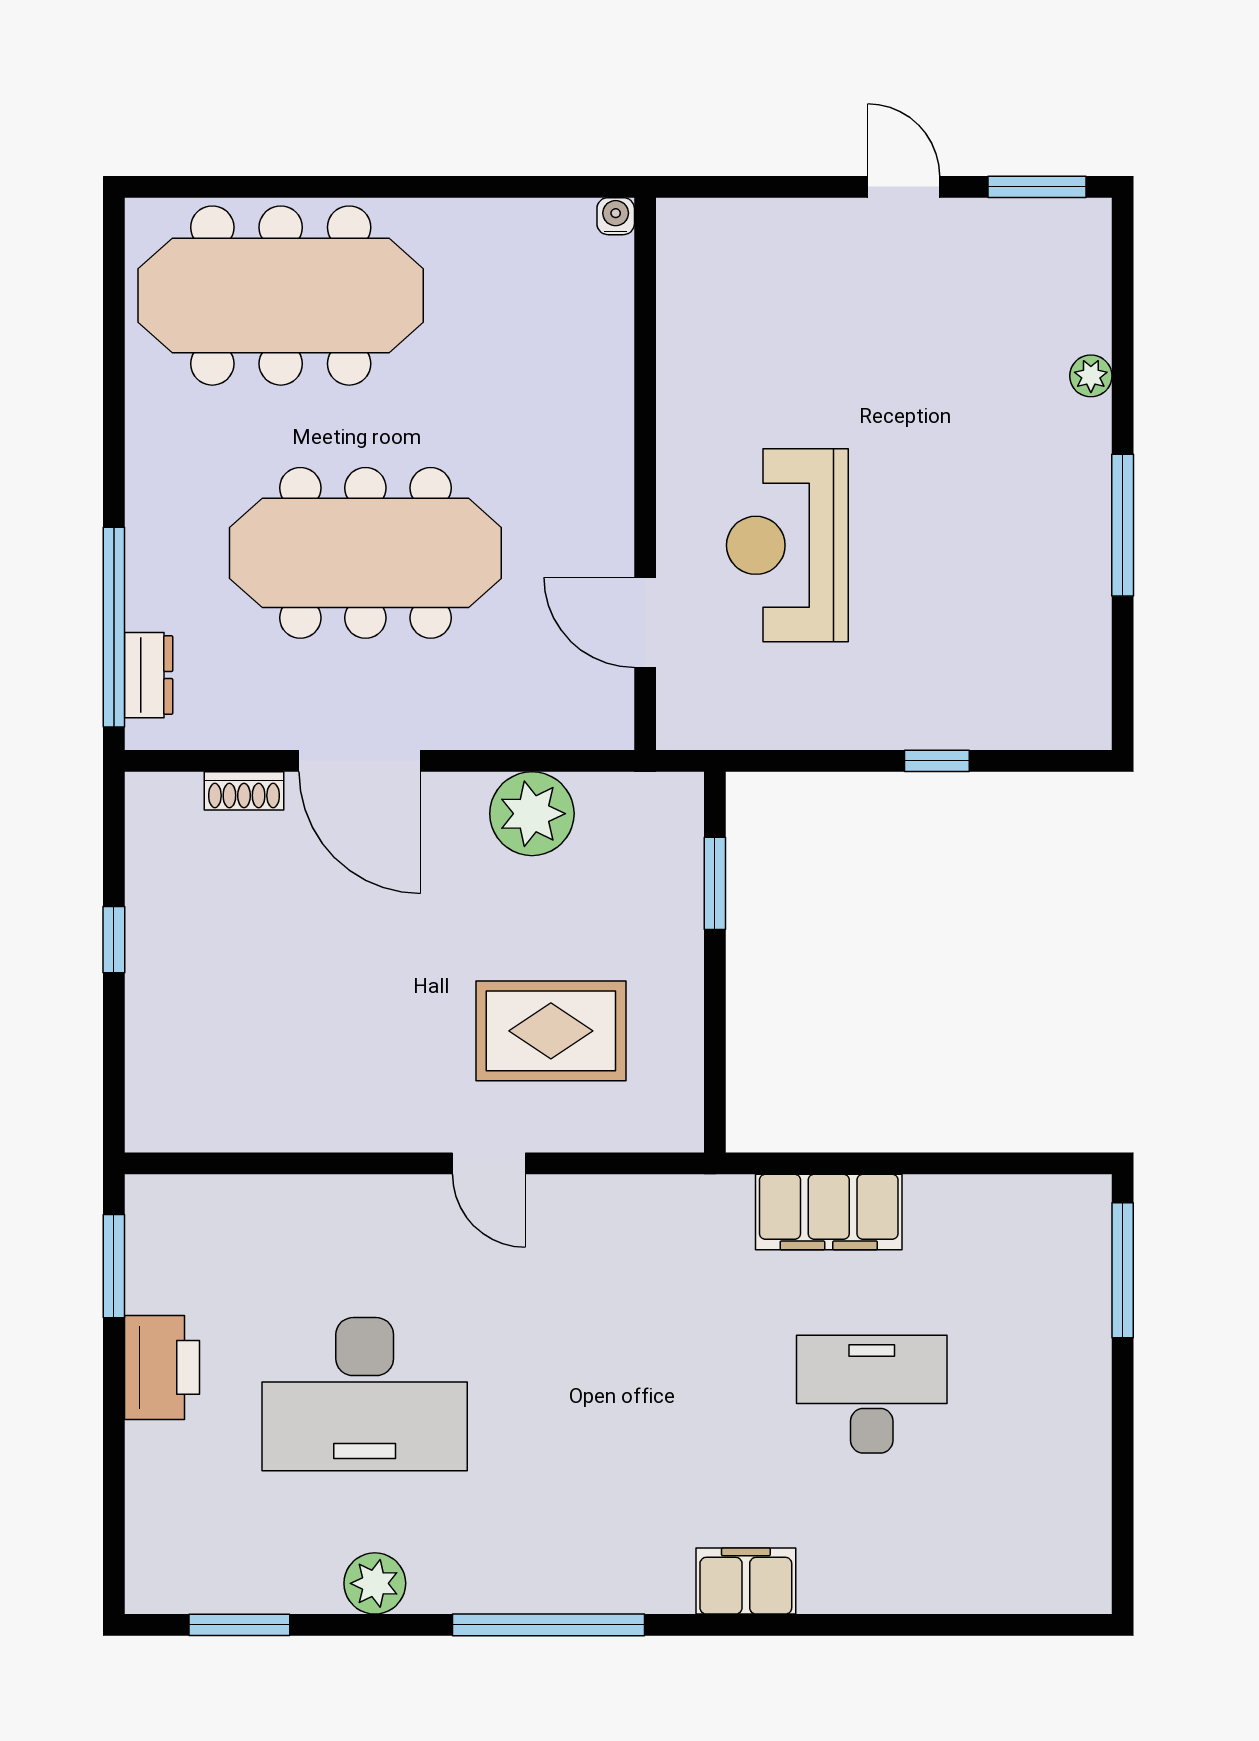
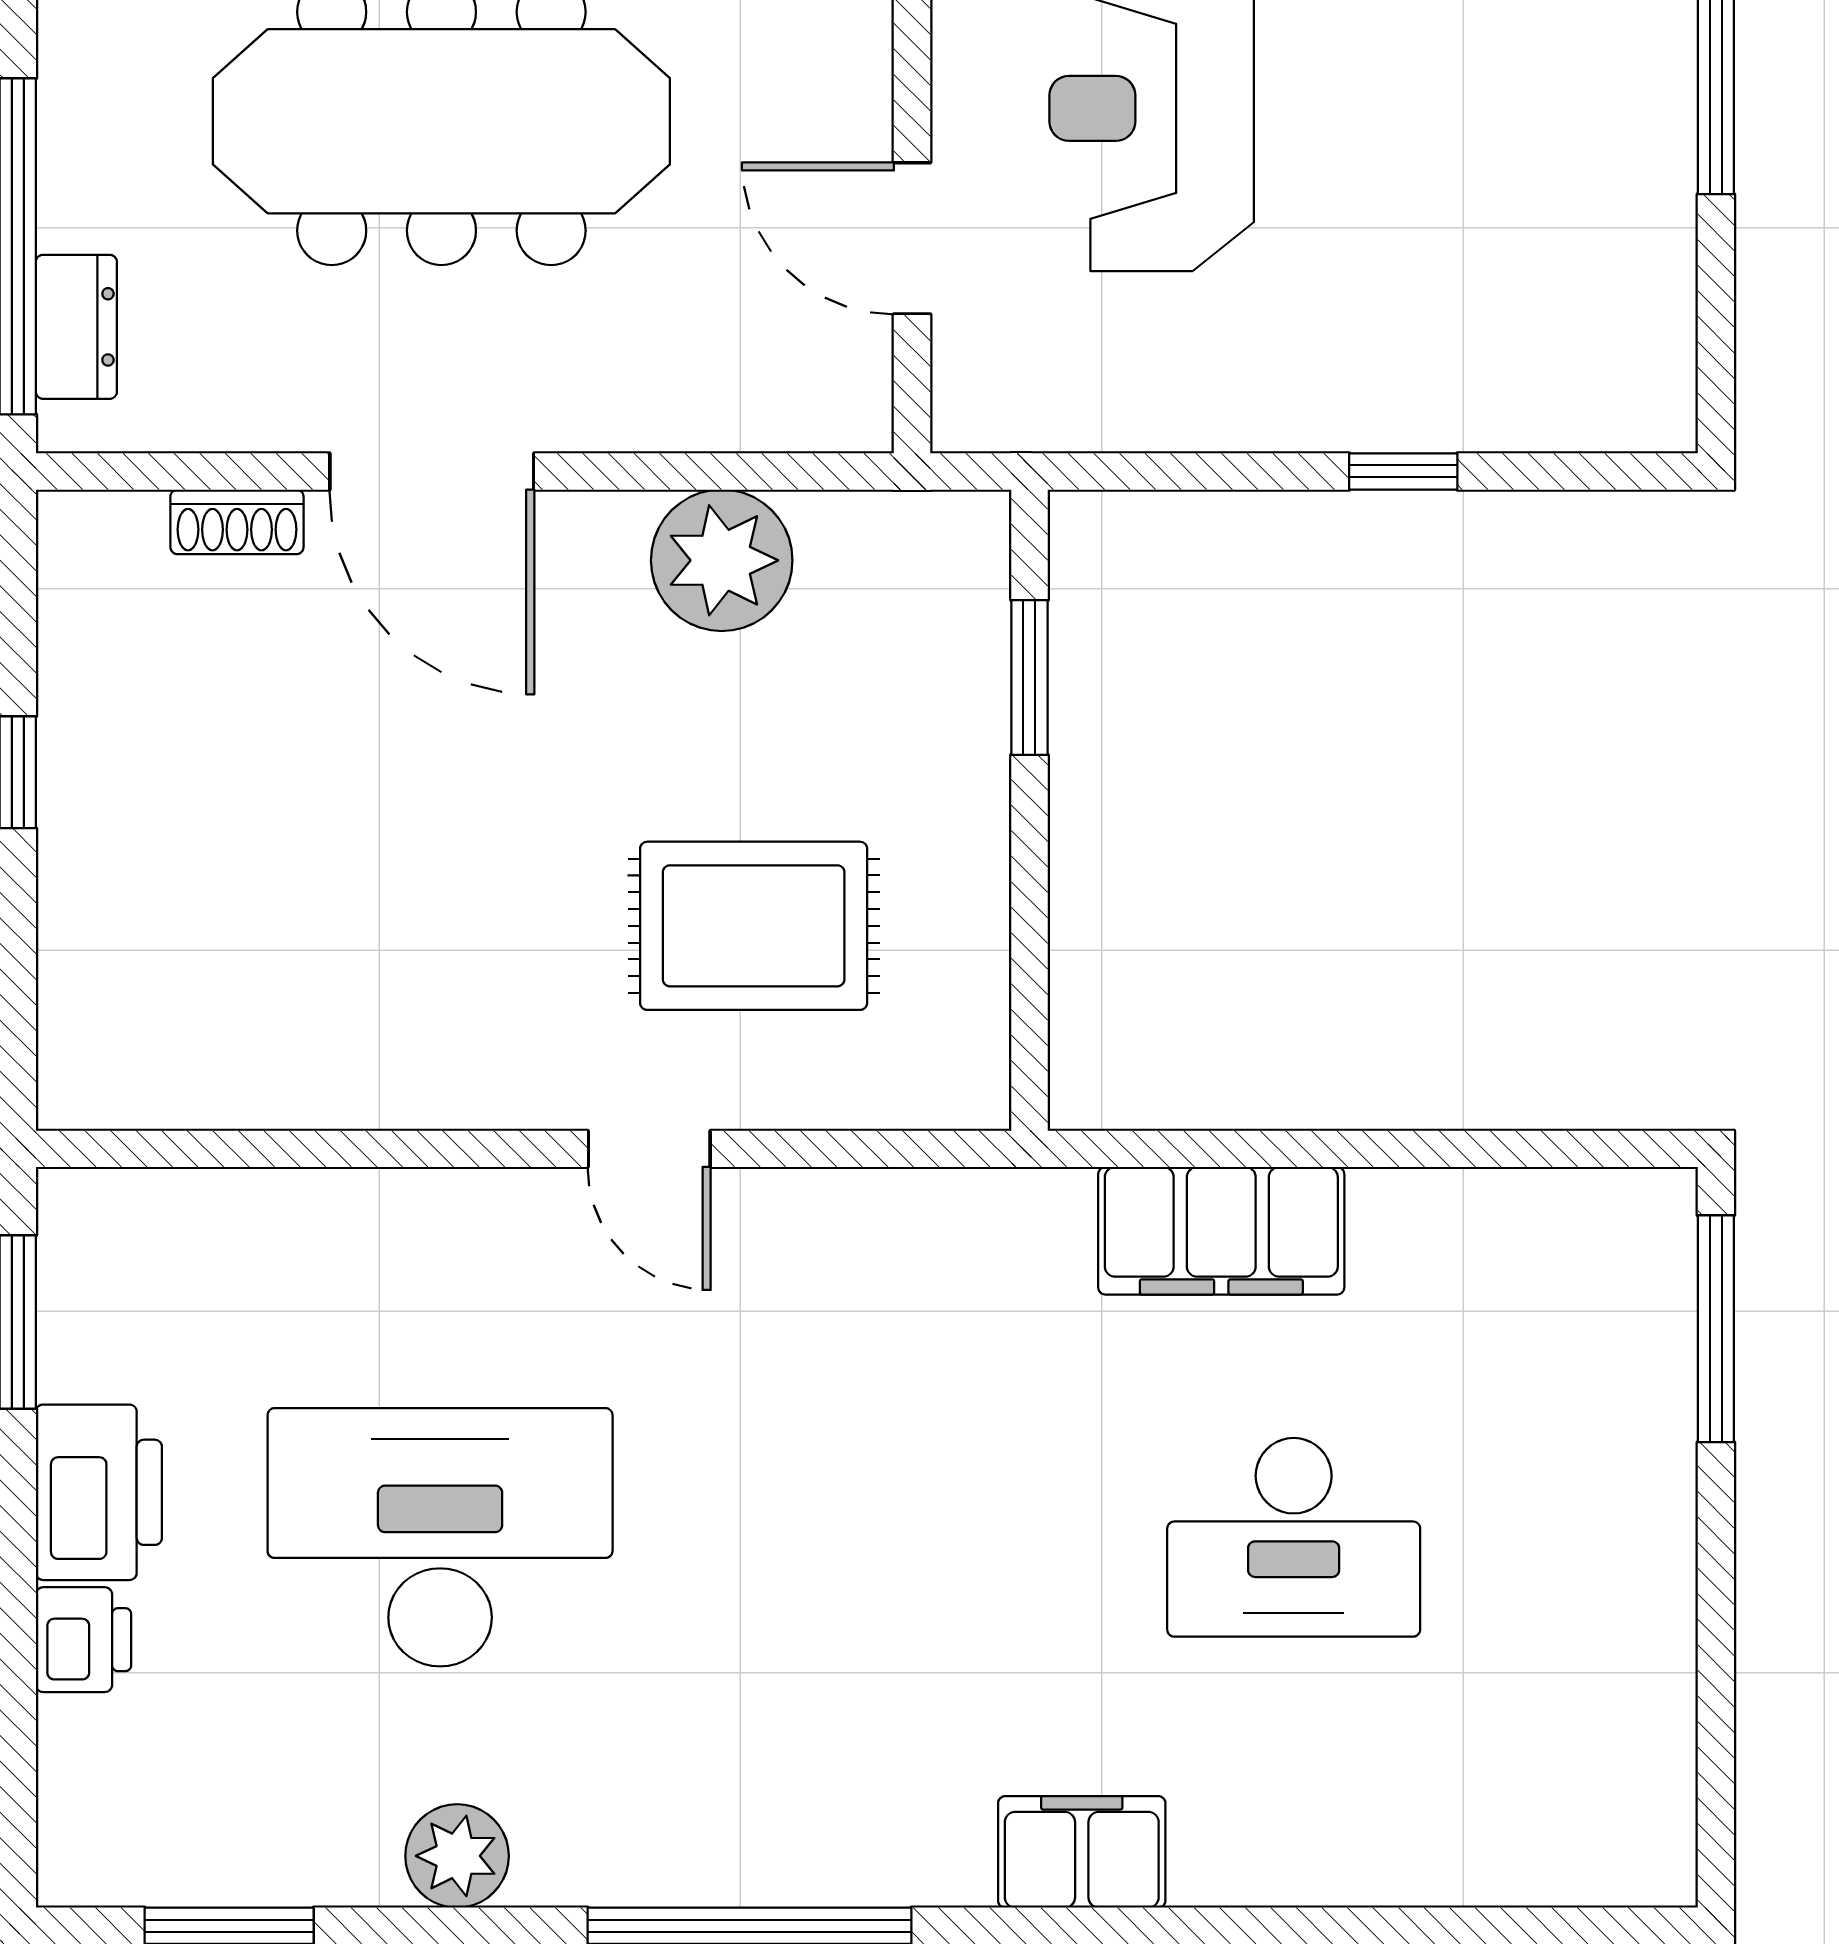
desk: (365, 1394) -> (440, 1537), turned 180
desk: (872, 1394) -> (1294, 1537), turned 180
printer: (153, 1455) -> (83, 1640), added

